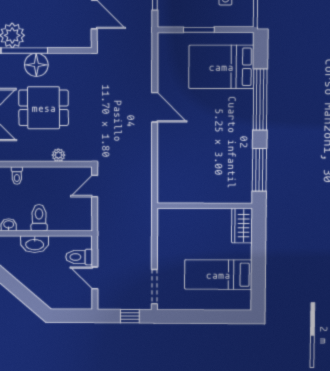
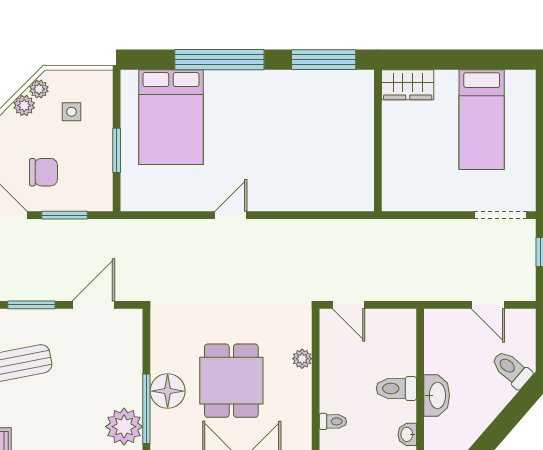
door: (155, 107) -> (231, 215), width x0.73
toilet: (79, 257) -> (511, 369), moved, turned 131
door: (95, 278) -> (488, 305), hinge flipped

